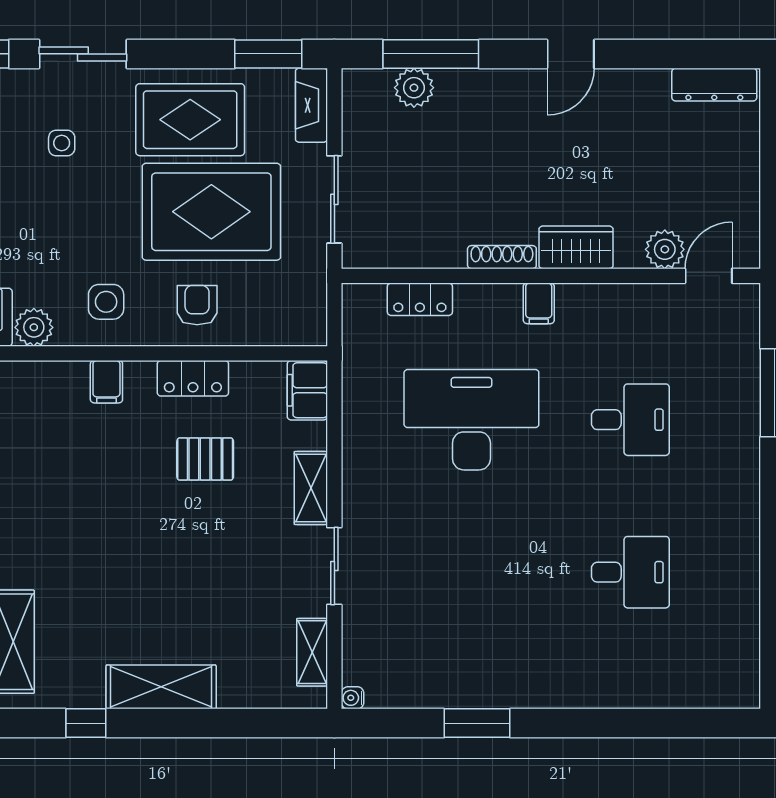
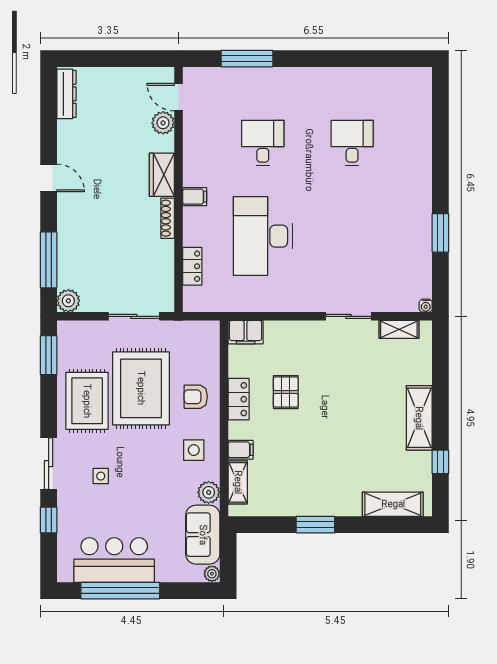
plant: (414, 88) -> (68, 301), moved
fireplace: (311, 105) -> (79, 330), removed
shelving: (311, 488) -> (238, 482), moved, turned 90

